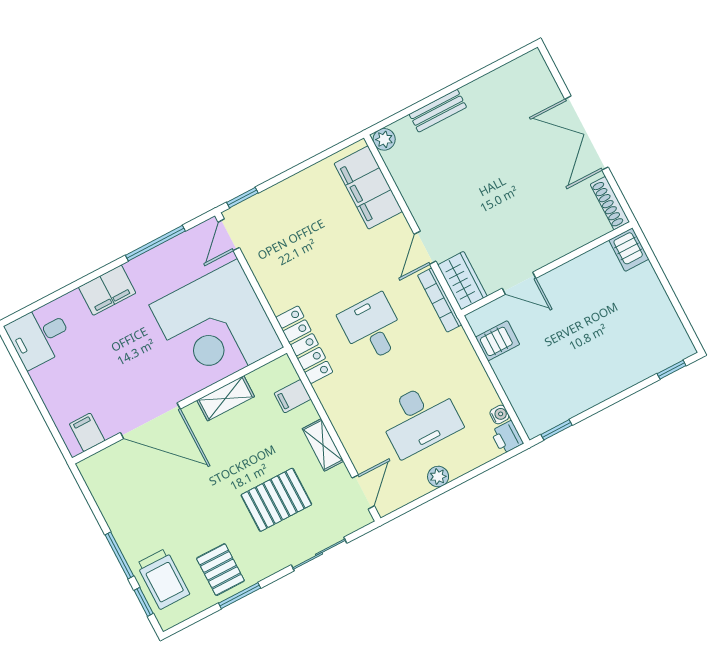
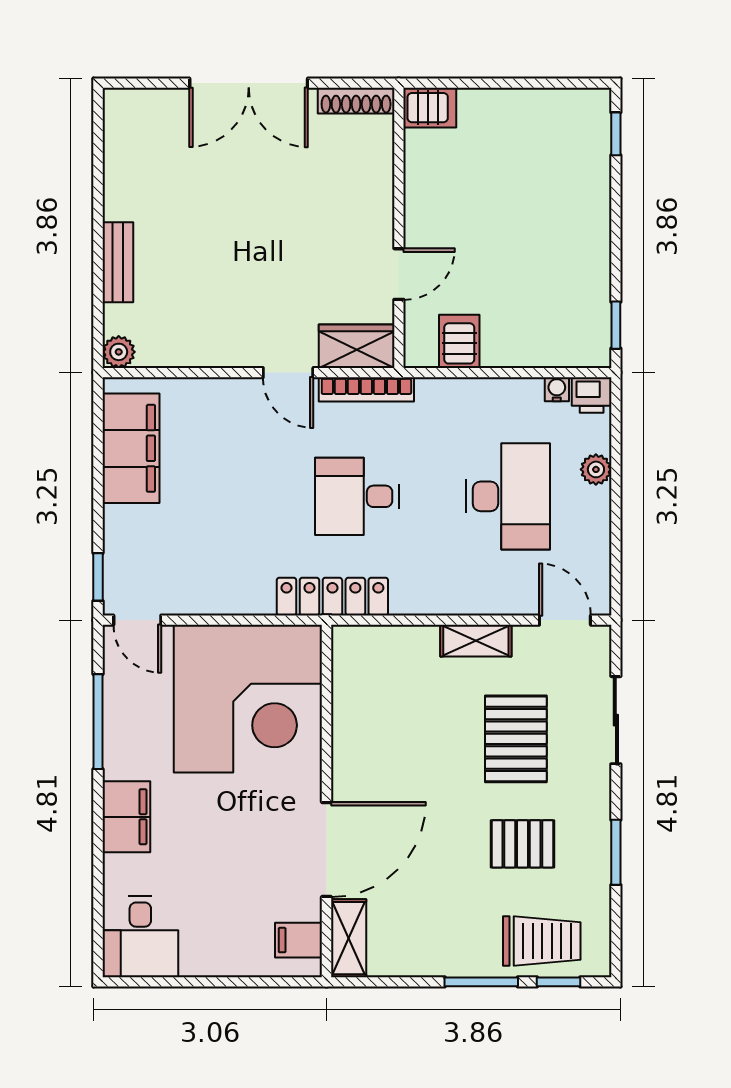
filing cabinet: (368, 187) -> (131, 448), moved, turned -90
filing cabinet: (293, 396) -> (392, 647), removed
shelving: (226, 398) -> (349, 938), moved
plant: (438, 477) -> (596, 469), moved
pallet: (220, 570) -> (522, 844), moved

